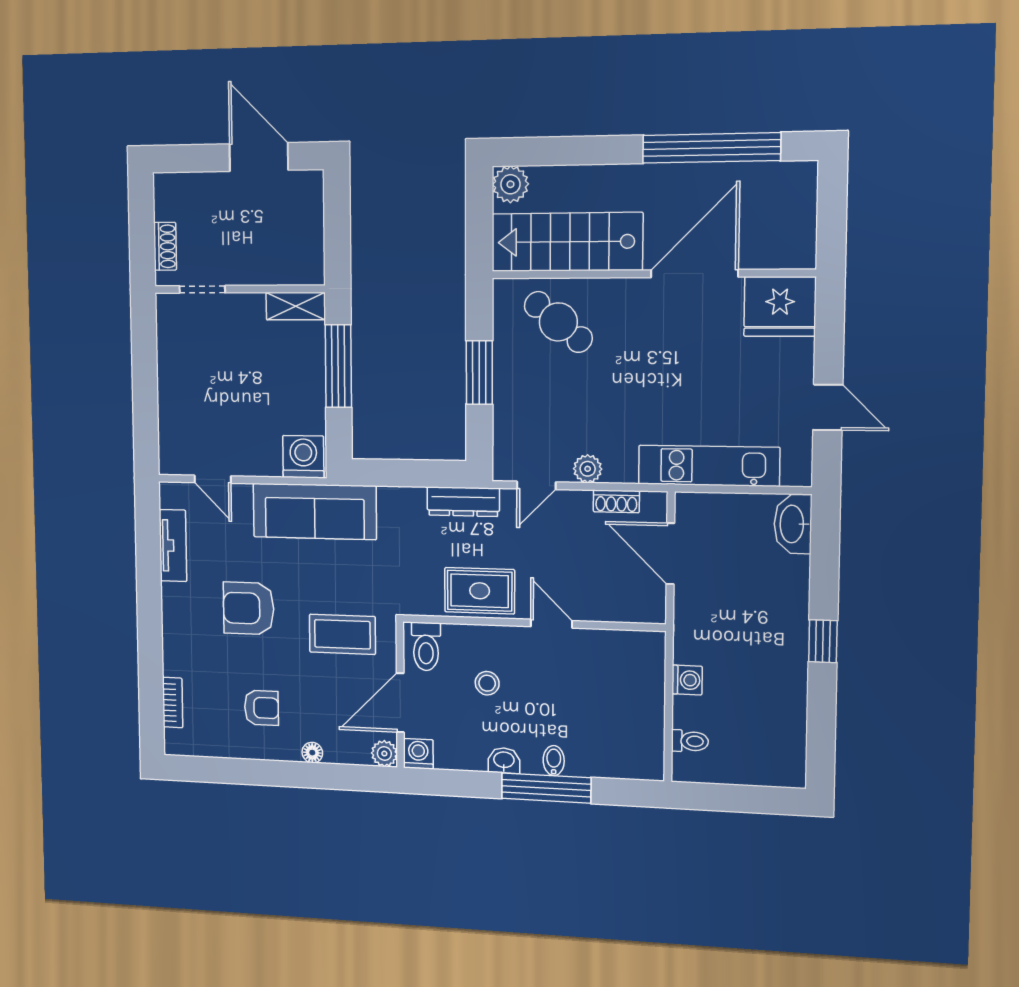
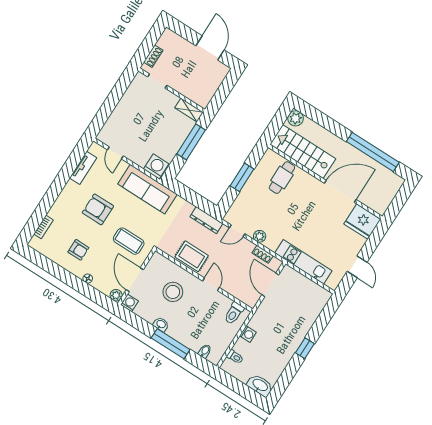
cafe table: (558, 322) -> (282, 178), turned 51
washbasin: (793, 524) -> (260, 385), moved, turned 90
toilet: (426, 647) -> (234, 313), moved
stool: (487, 683) -> (173, 292), width x1.89, depth x1.89
door: (400, 703) -> (135, 280), hinge flipped
bidet: (554, 761) -> (205, 351), moved

